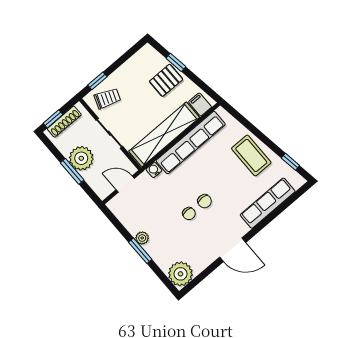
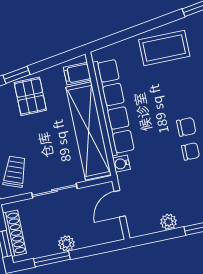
plant: (81, 158) -> (66, 243), width x0.53, depth x0.53
window: (72, 171) -> (52, 259), moved
plant: (142, 238) -> (168, 222), moved

